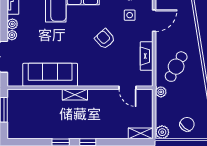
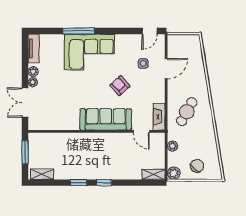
fireplace: (147, 56) -> (159, 117), moved
sofa: (50, 75) -> (106, 119), moved
plant: (161, 92) -> (172, 146), moved
shelving: (75, 95) -> (42, 174), moved

